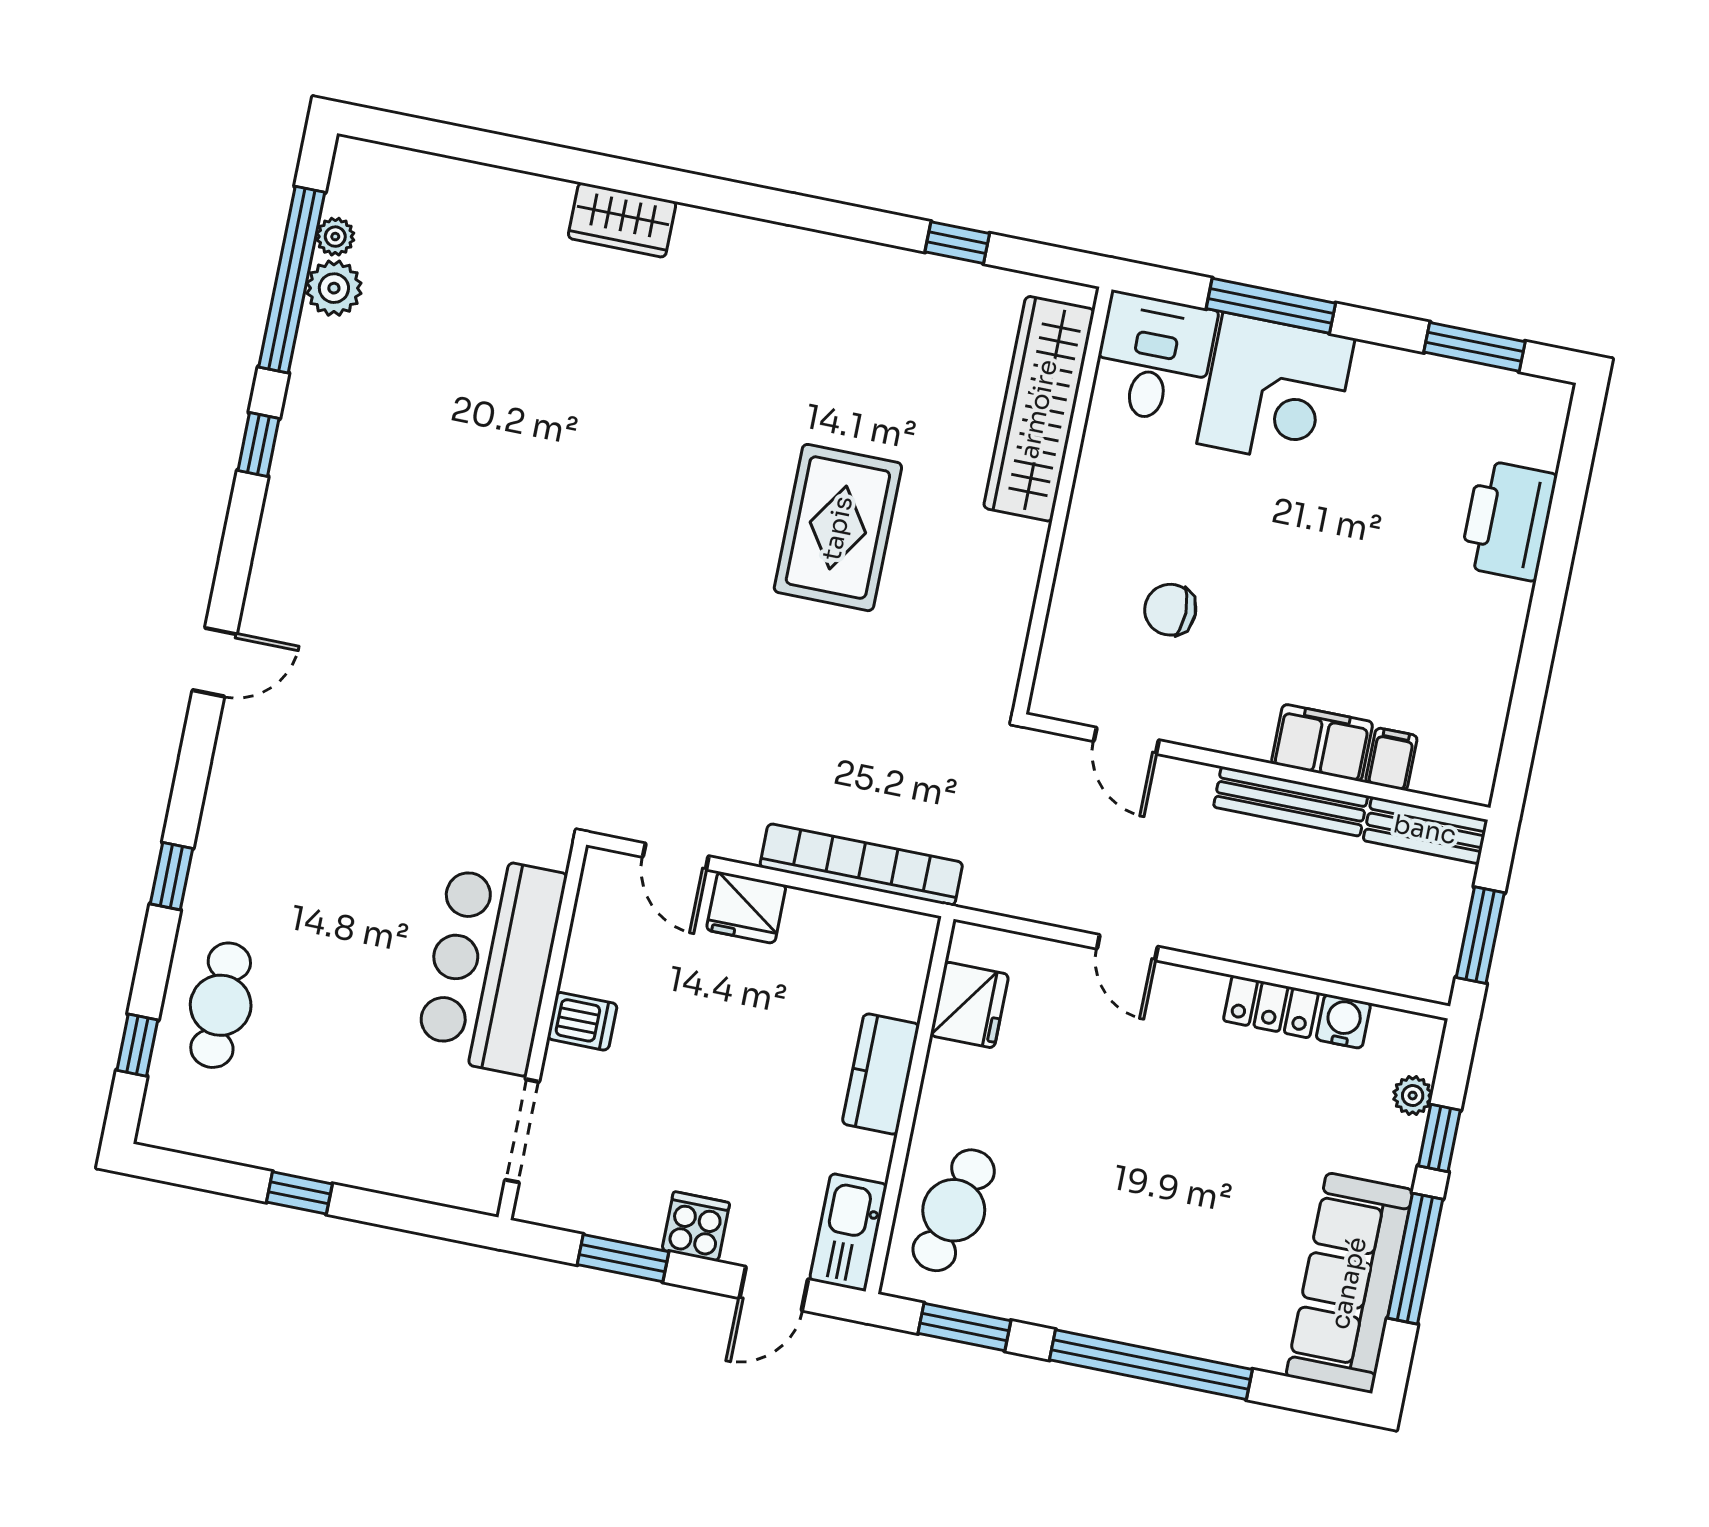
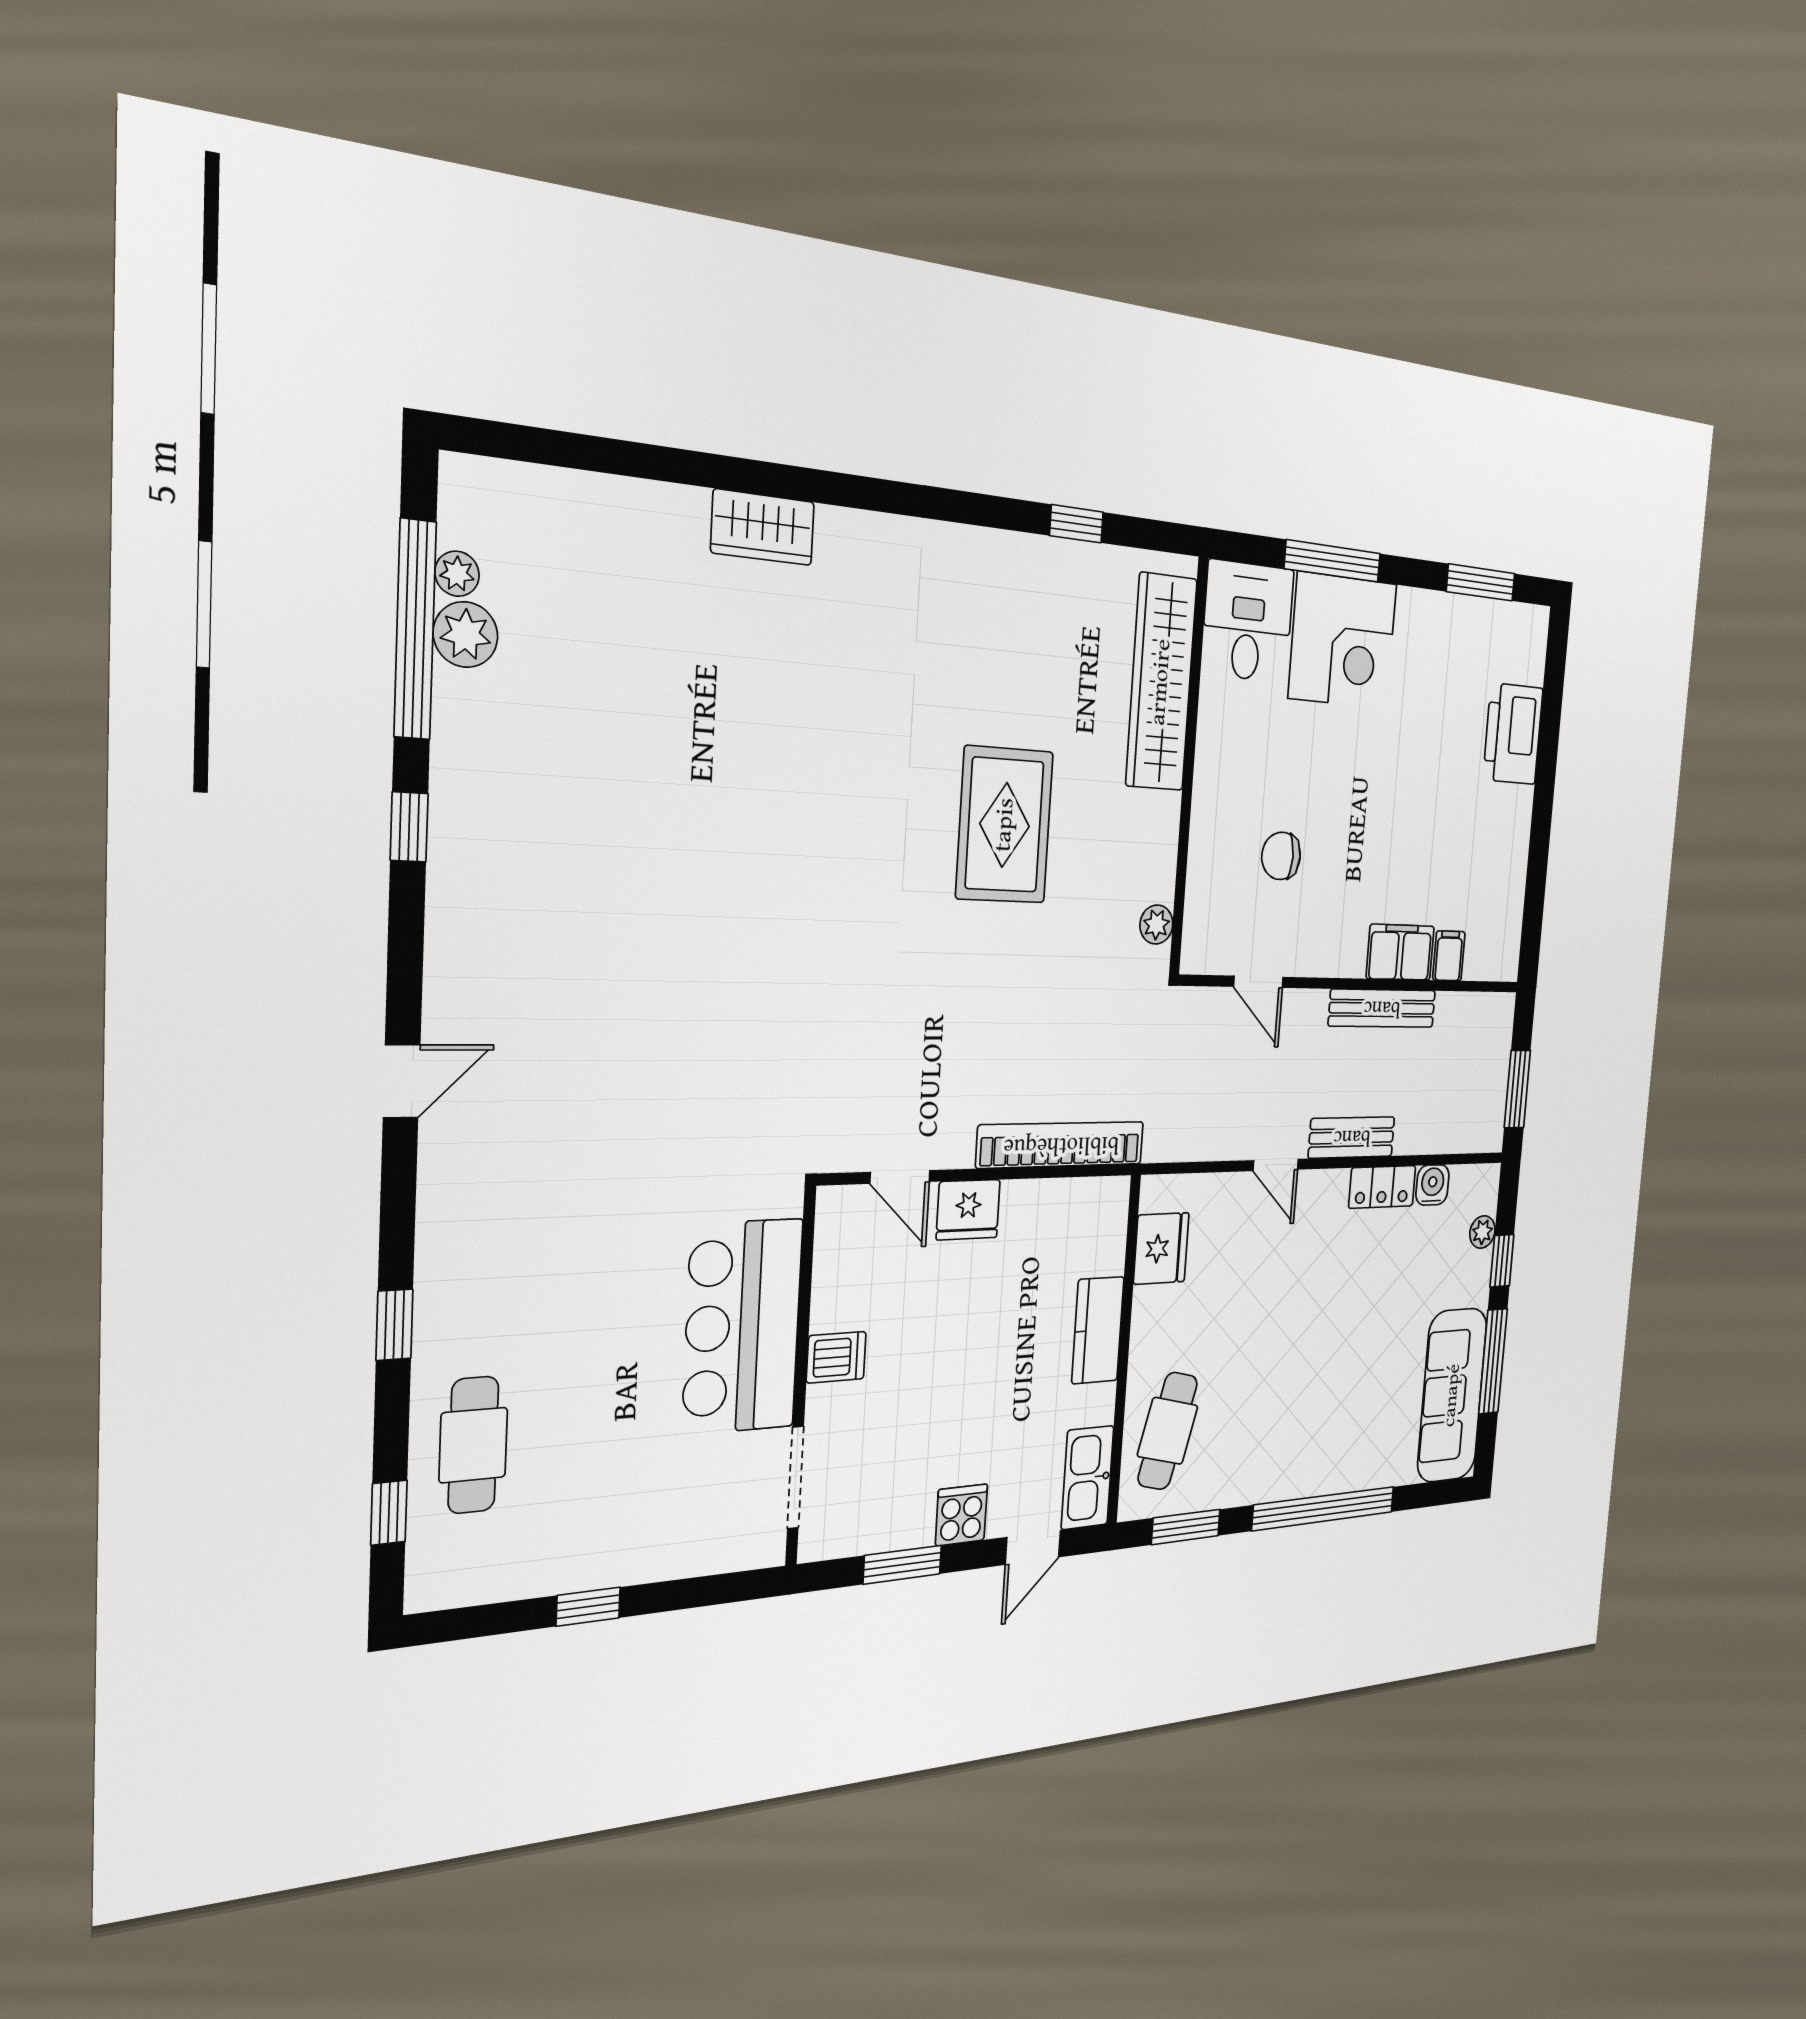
plant: (1004, 657) -> (1156, 924), added
bench: (1425, 830) -> (1352, 1137), moved

